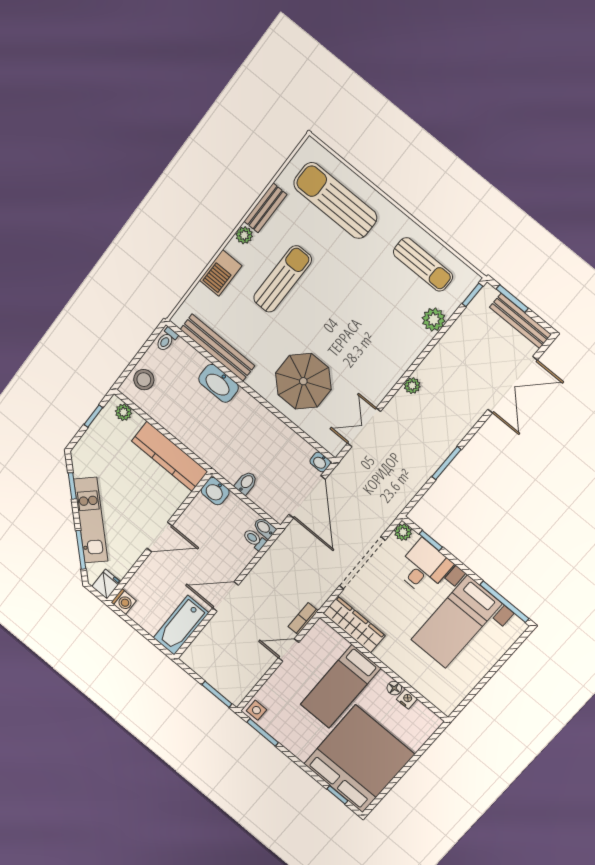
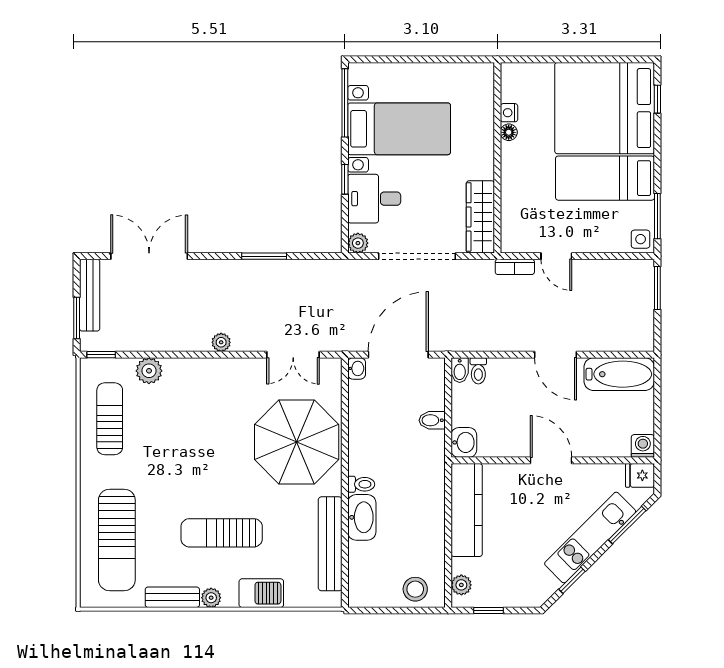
toilet: (167, 340) -> (361, 484), moved
parasol: (303, 381) -> (297, 442), width x1.36, depth x1.36
window: (431, 541) -> (345, 179), moved
bed: (340, 686) -> (605, 178), moved, turned 180

